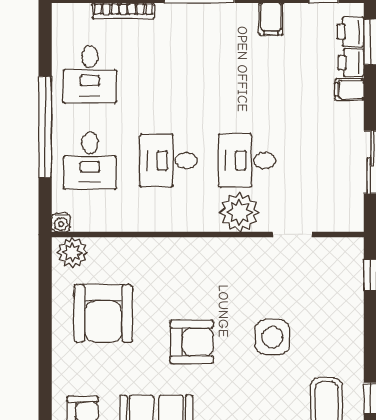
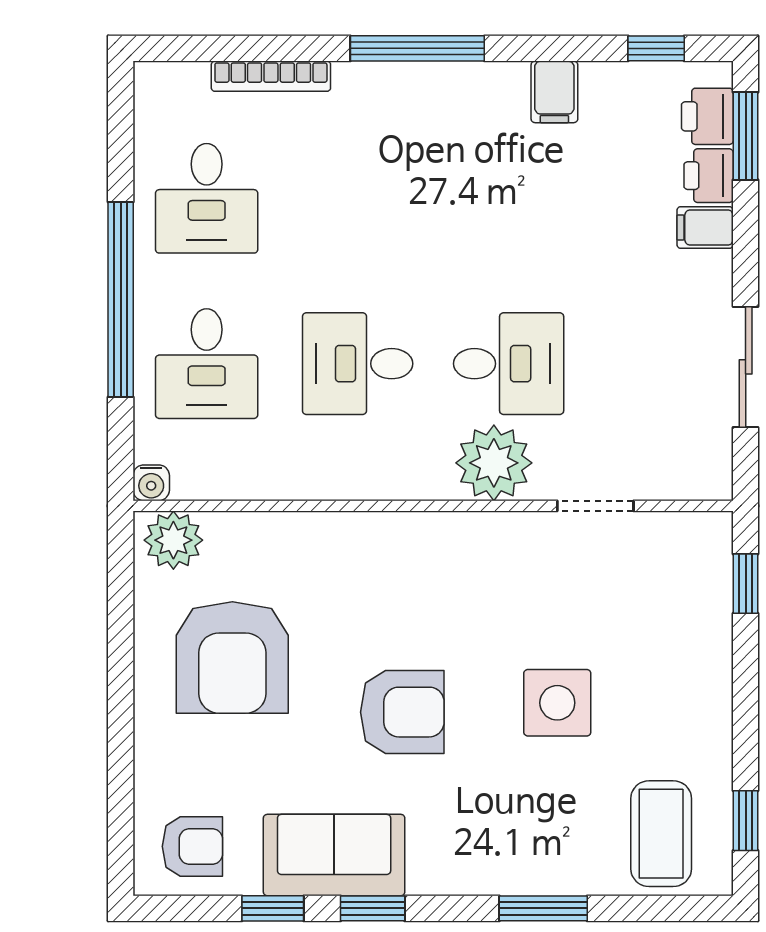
desk: (247, 160) -> (509, 364), turned 180

